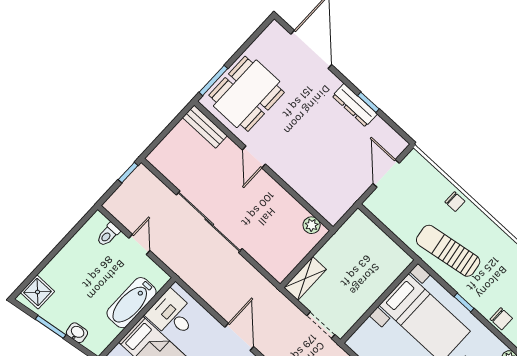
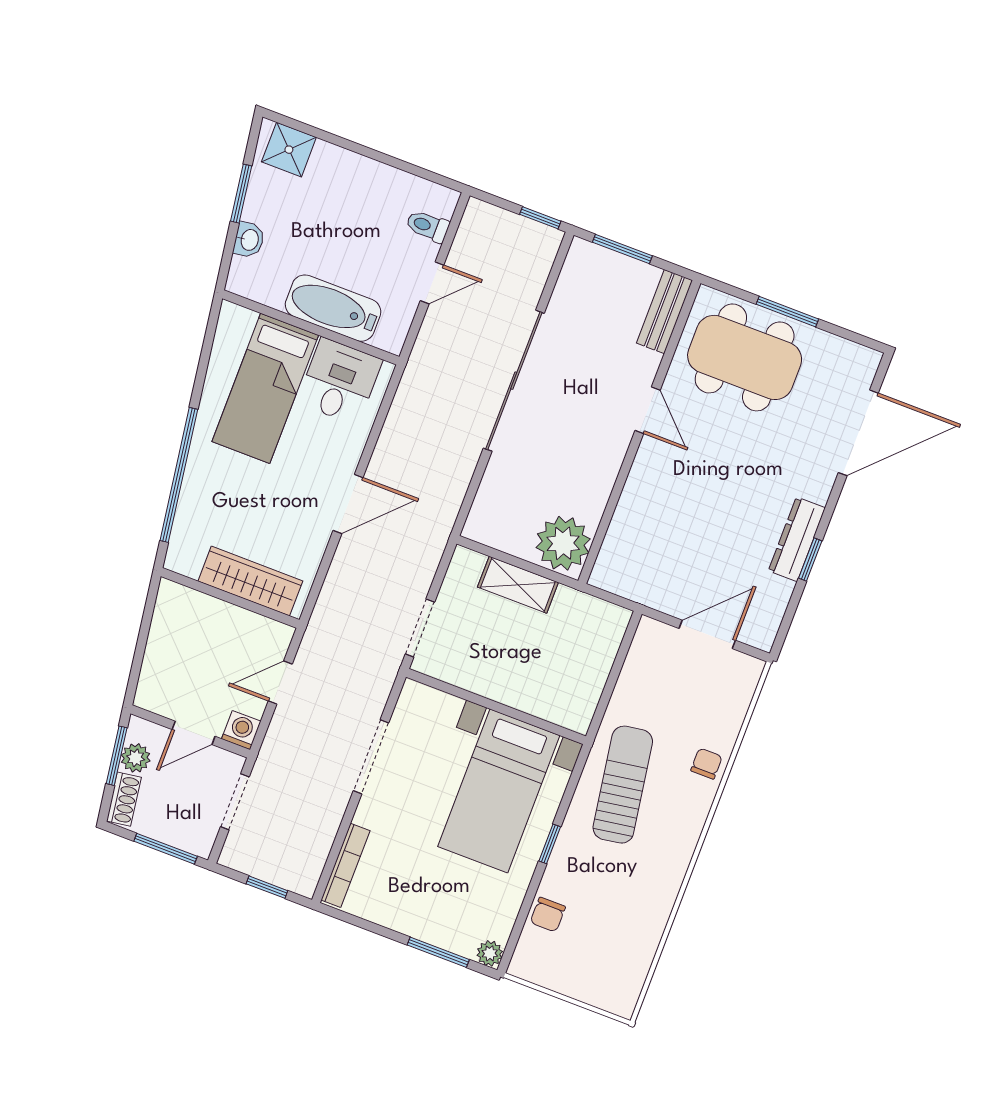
window: (213, 80) -> (787, 312), moved
window: (162, 136) -> (622, 249), added
door: (254, 157) -> (648, 410), swing flipped
chair: (455, 202) -> (706, 764), turned 180
plant: (312, 225) -> (563, 543), width x1.88, depth x1.88
shelving: (305, 278) -> (518, 585), moved

